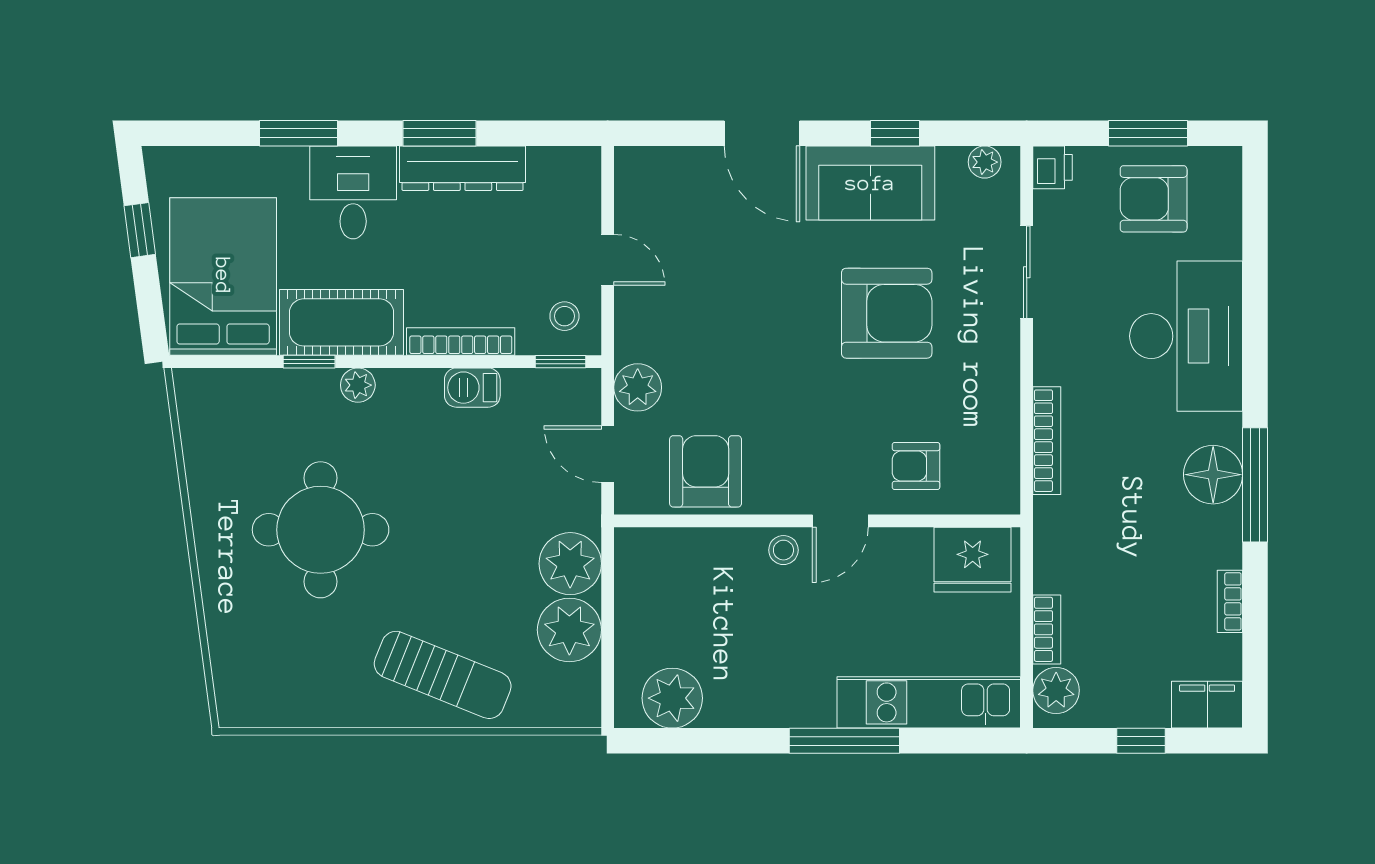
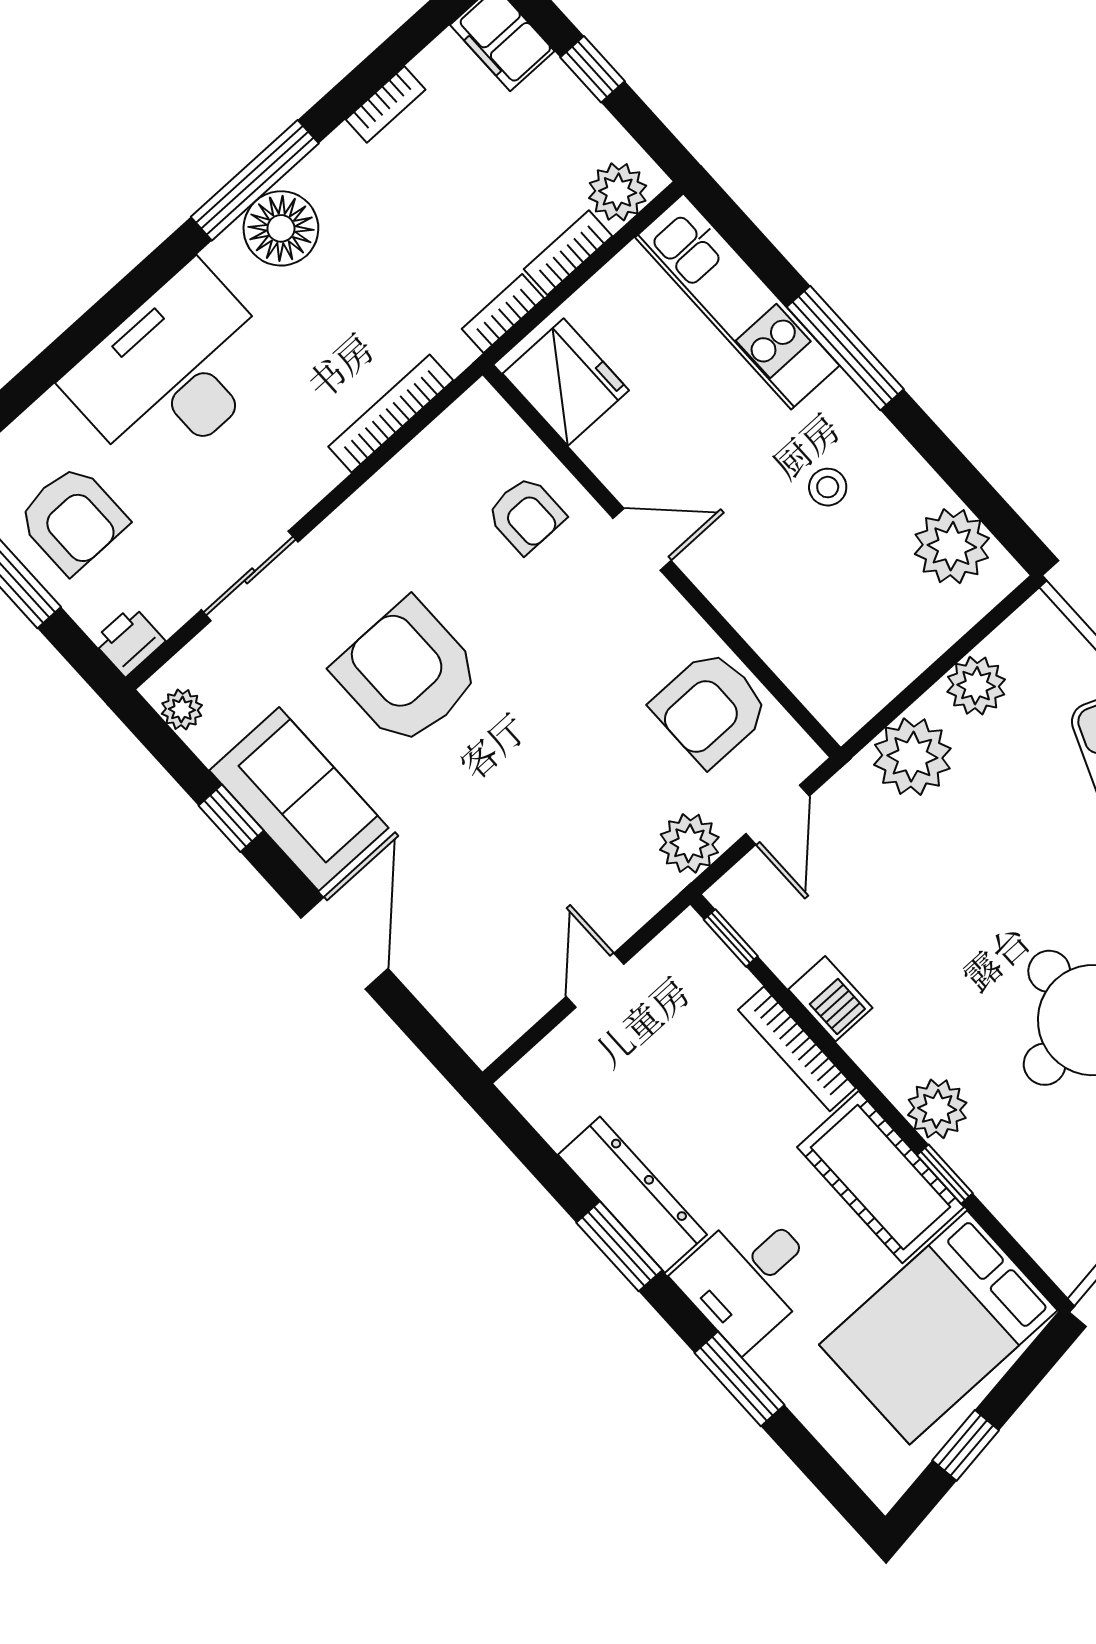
stool: (564, 316) -> (685, 973), removed
plant: (358, 385) -> (937, 1109), width x1.38, depth x1.38
stool: (783, 550) -> (828, 487), moved
bookcase: (1046, 559) -> (503, 313), added
plant: (569, 630) -> (976, 686), width x0.73, depth x0.73

